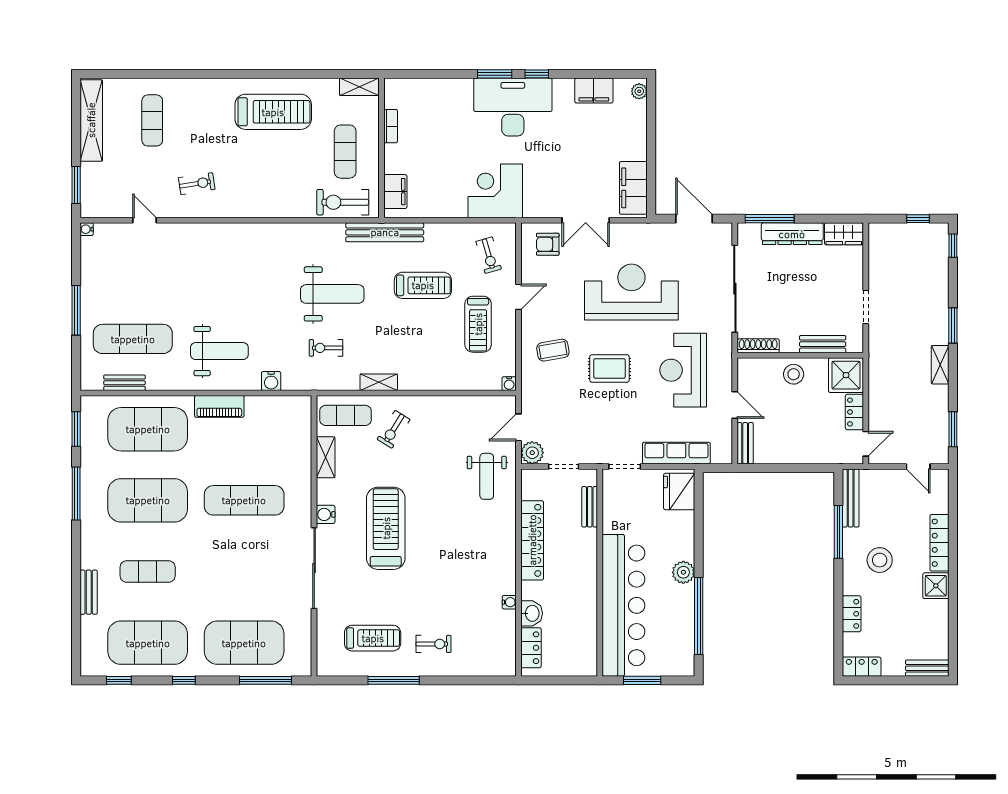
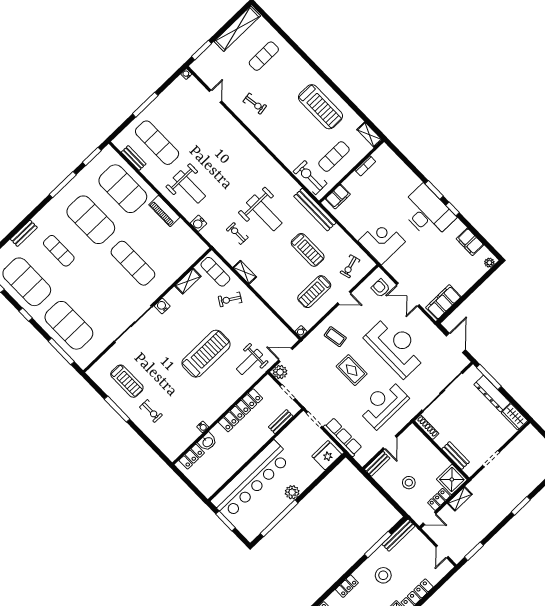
shelving: (940, 365) -> (460, 499), moved
stool: (794, 374) -> (409, 483), moved
treadmill: (386, 528) -> (206, 354), moved

